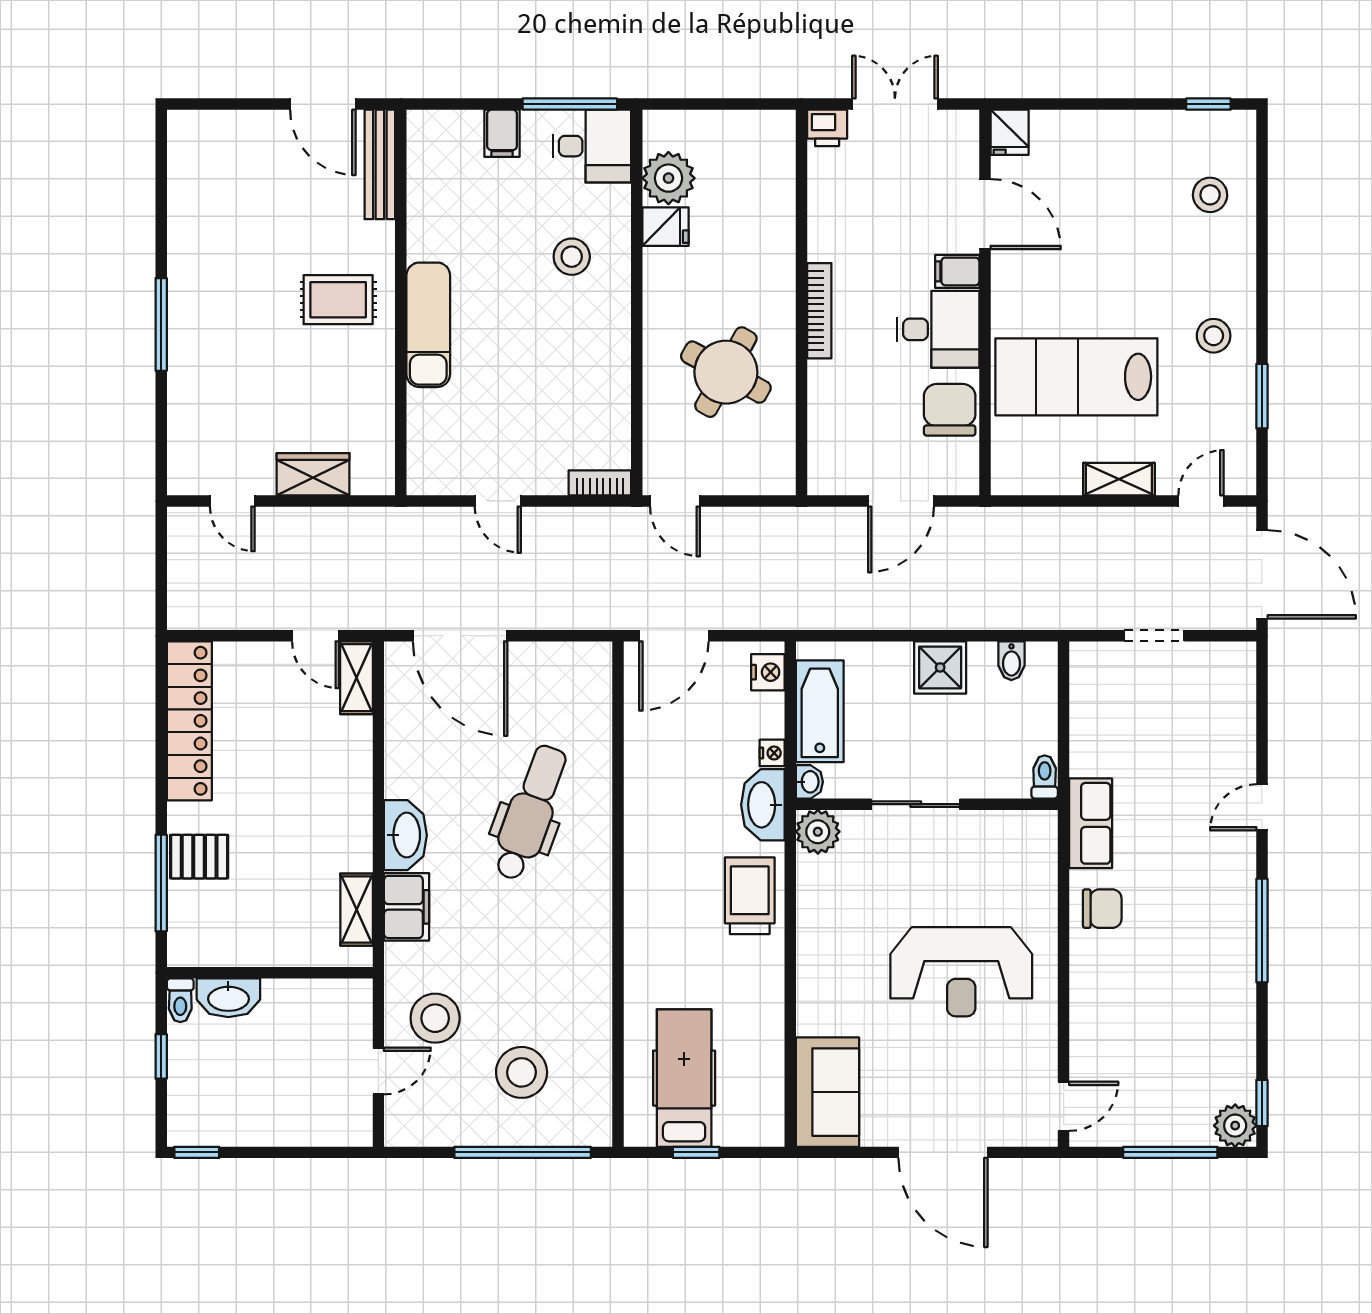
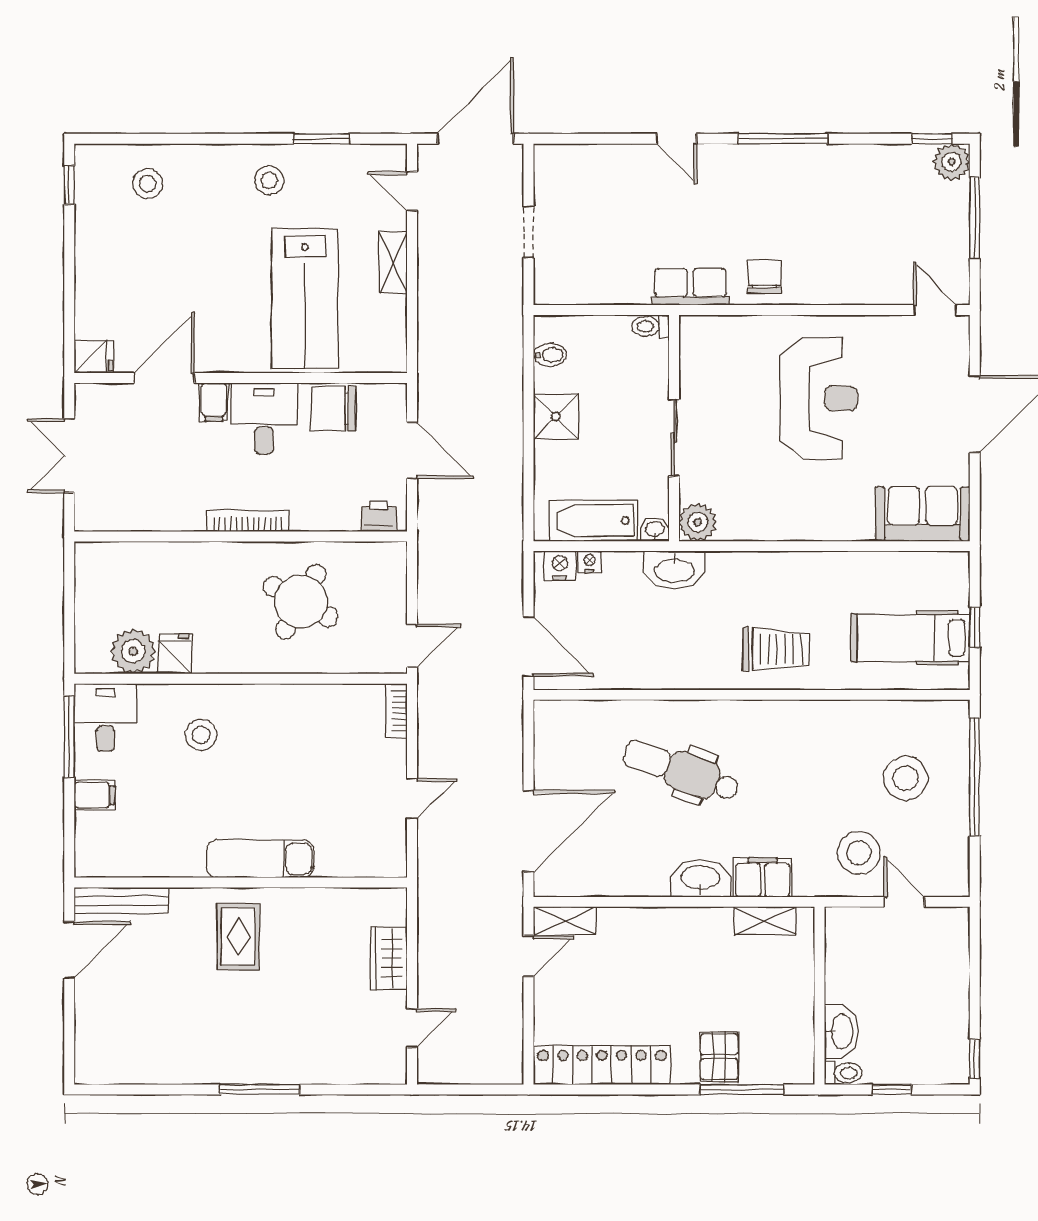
printer: (827, 128) -> (379, 516), moved, turned -90
nightstand: (772, 753) -> (590, 562), moved
trolley: (750, 896) -> (776, 649), moved, turned 180

